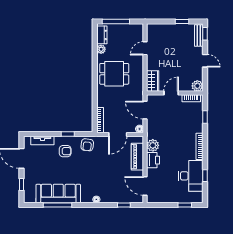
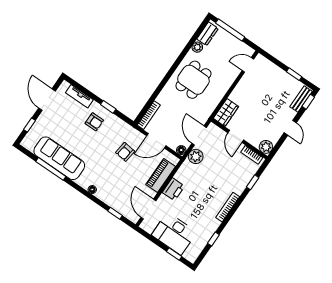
door: (145, 48) -> (248, 65), moved
dining table: (114, 74) -> (193, 80), turned 90
door: (171, 93) -> (236, 136), swing flipped
armchair: (87, 145) -> (125, 152), moved
plant: (153, 145) -> (196, 156), moved
desk: (191, 176) -> (174, 234), moved, turned 90

